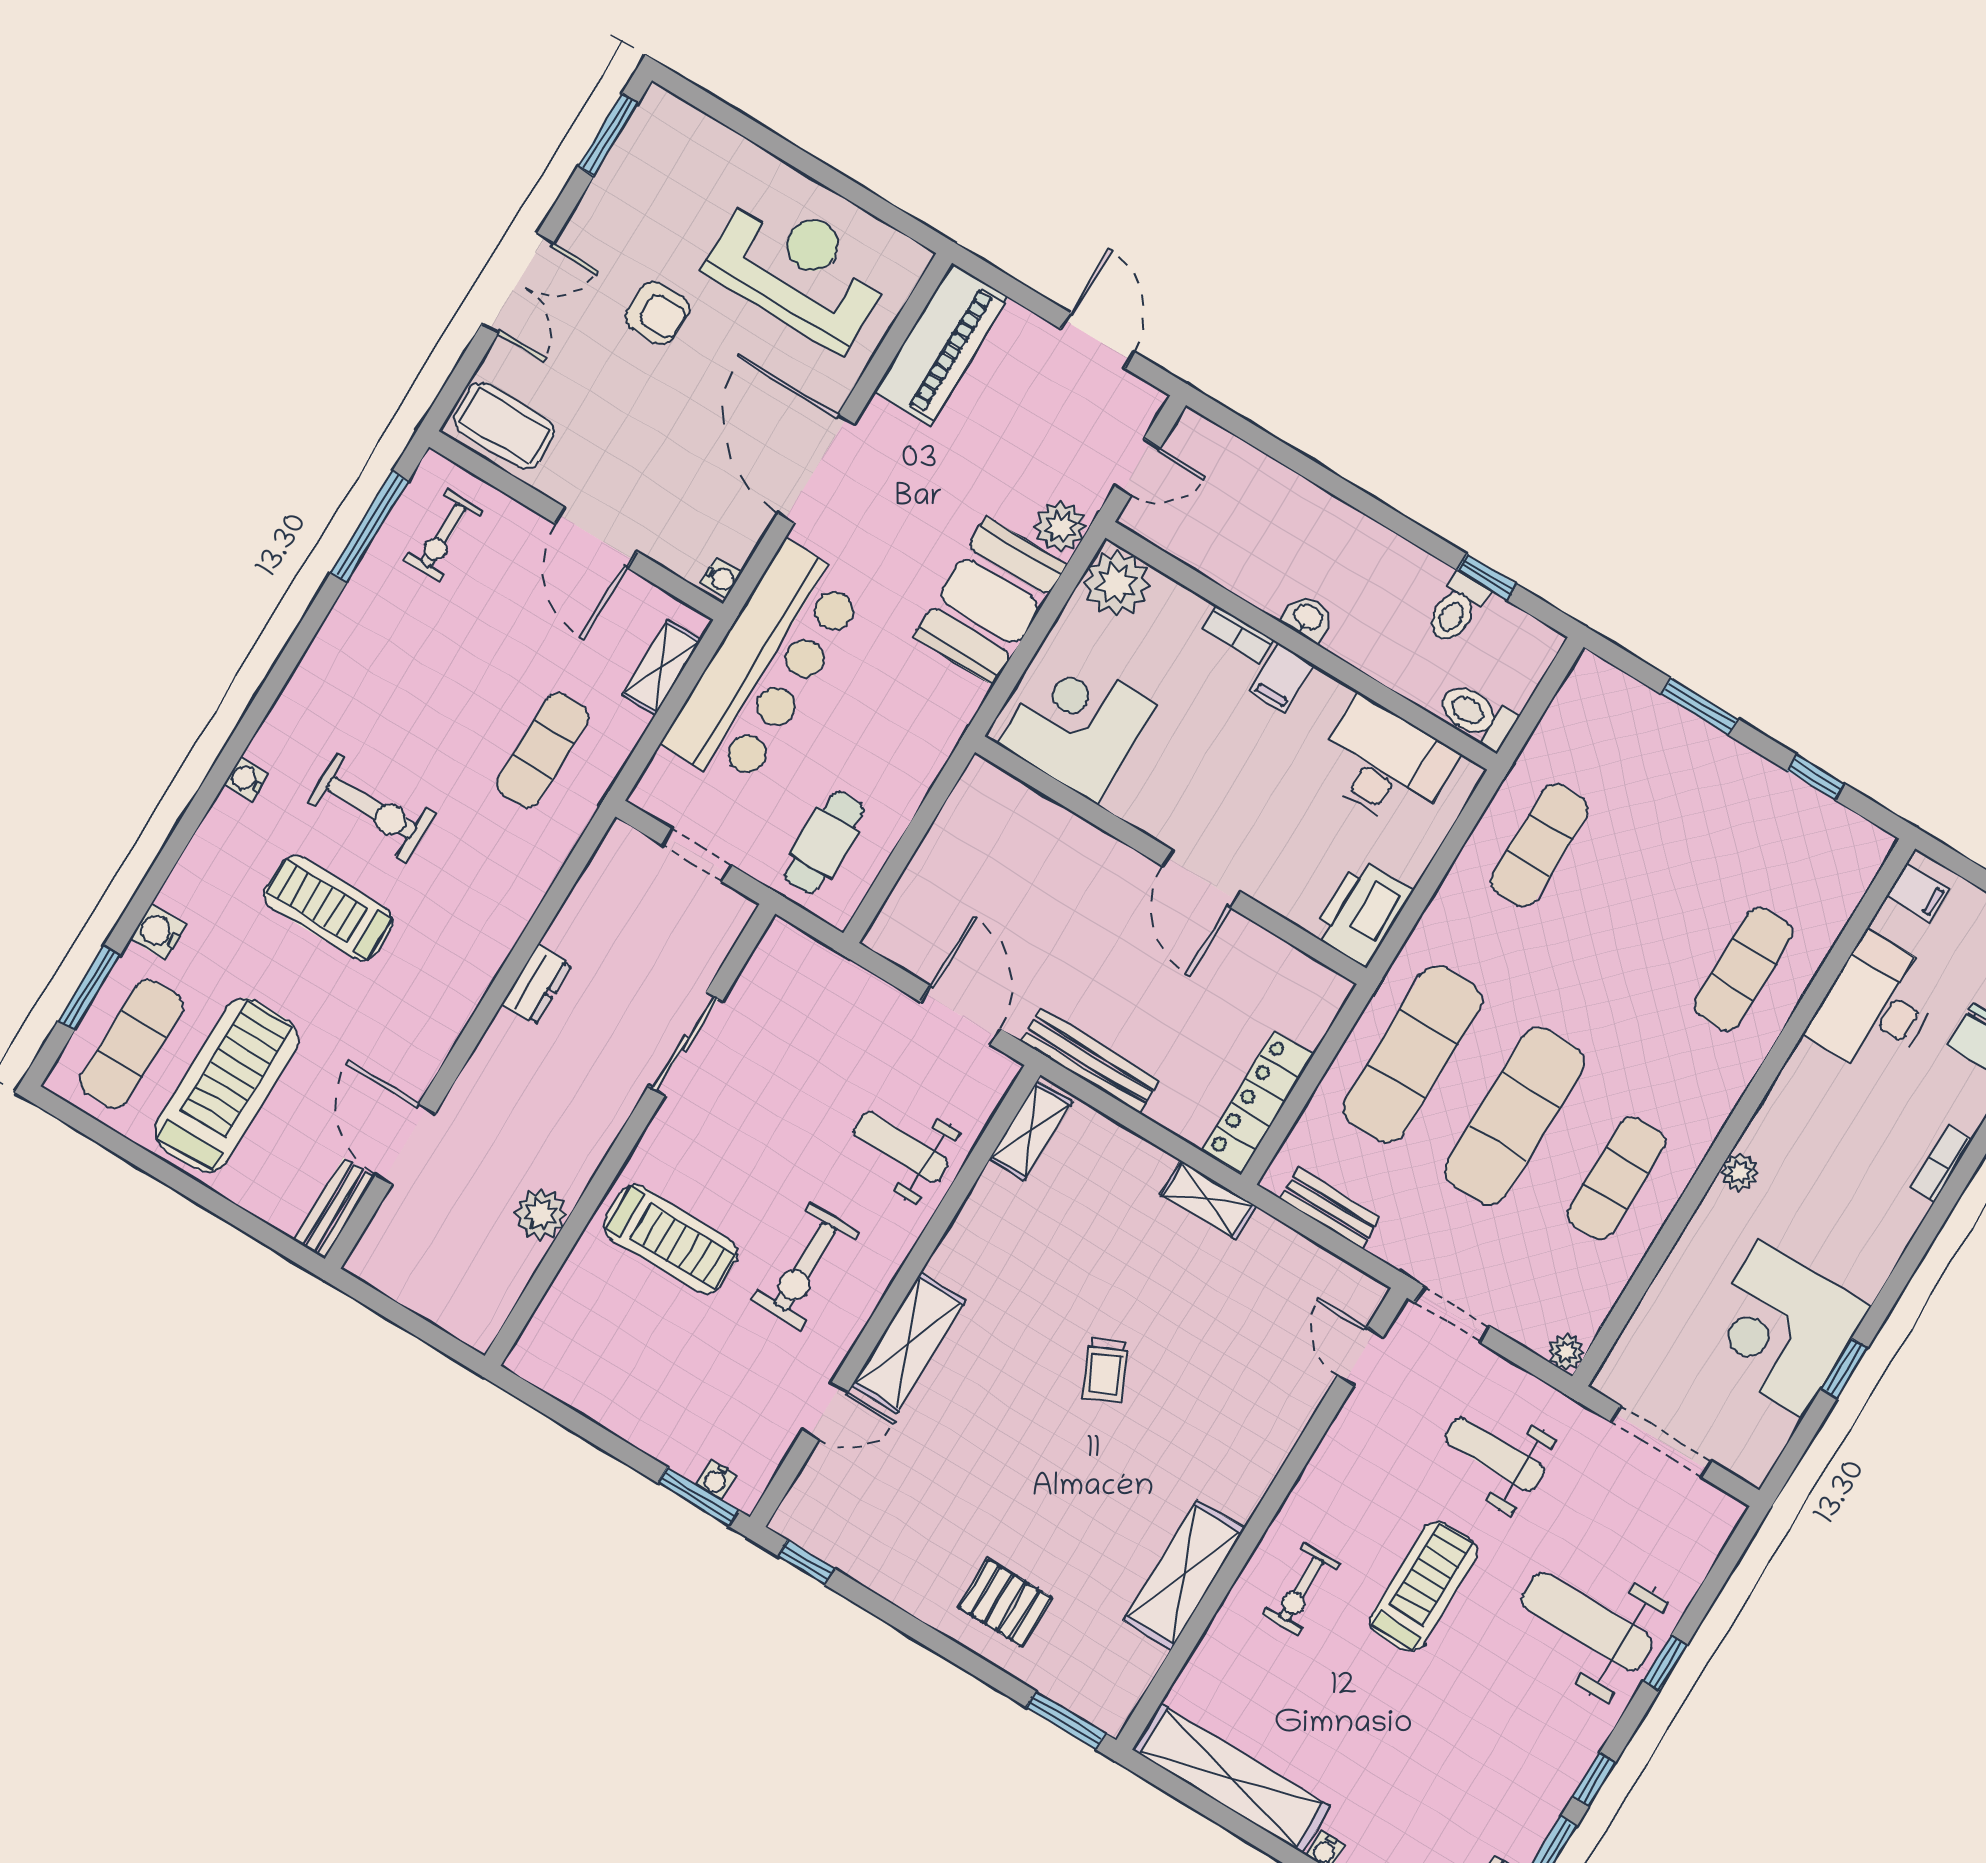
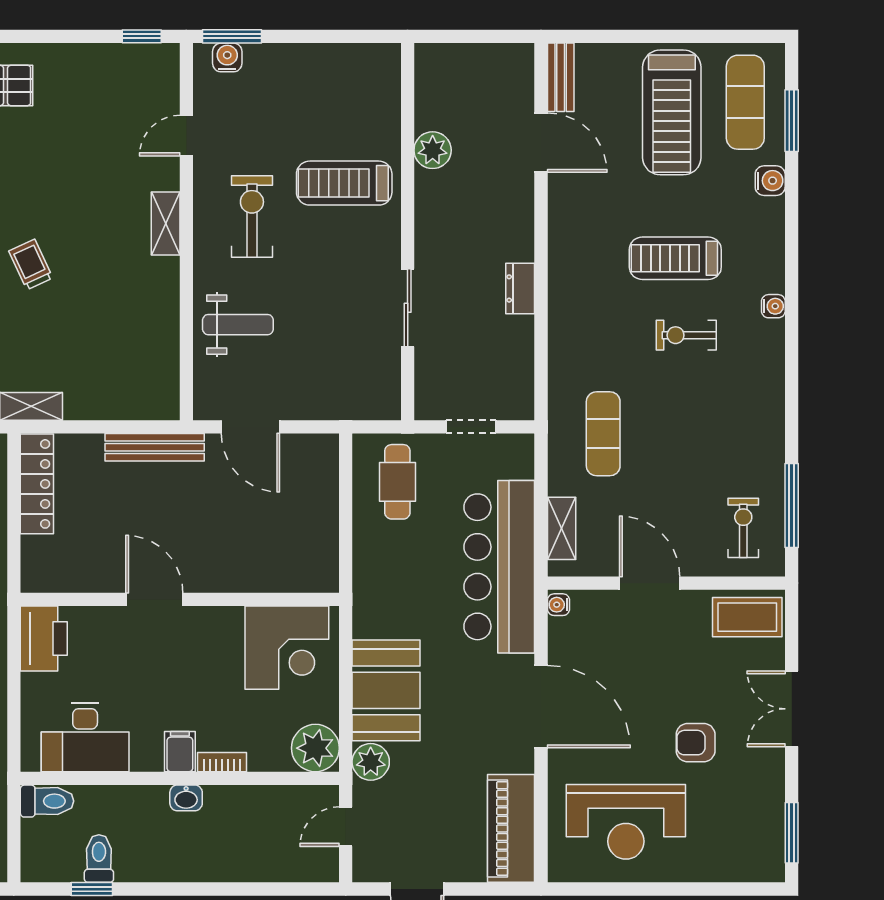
exercise bike: (372, 808) -> (686, 335), width x0.73, depth x0.72
treadmill: (329, 908) -> (675, 258), turned 180
shelving: (1031, 1131) -> (165, 383), removed
shelving: (908, 1343) -> (166, 224), width x0.67, depth x0.75
water cooler: (716, 1480) -> (227, 57), width x1.38, depth x1.38

